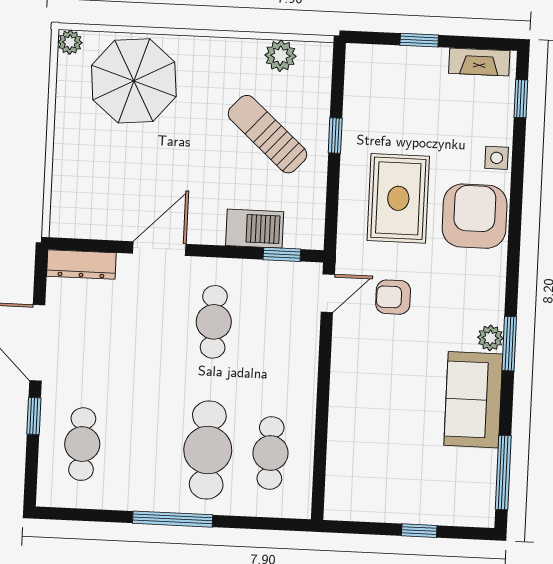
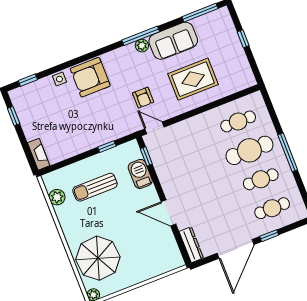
window: (419, 40) -> (14, 116), moved
fireplace: (479, 62) -> (39, 154), moved
sun lounger: (267, 134) -> (95, 187), turned 48
window: (335, 135) -> (107, 147), moved
rug: (398, 198) -> (193, 79), moved
cafe table: (214, 322) -> (261, 179), moved
window: (509, 344) -> (141, 36), width x1.44

